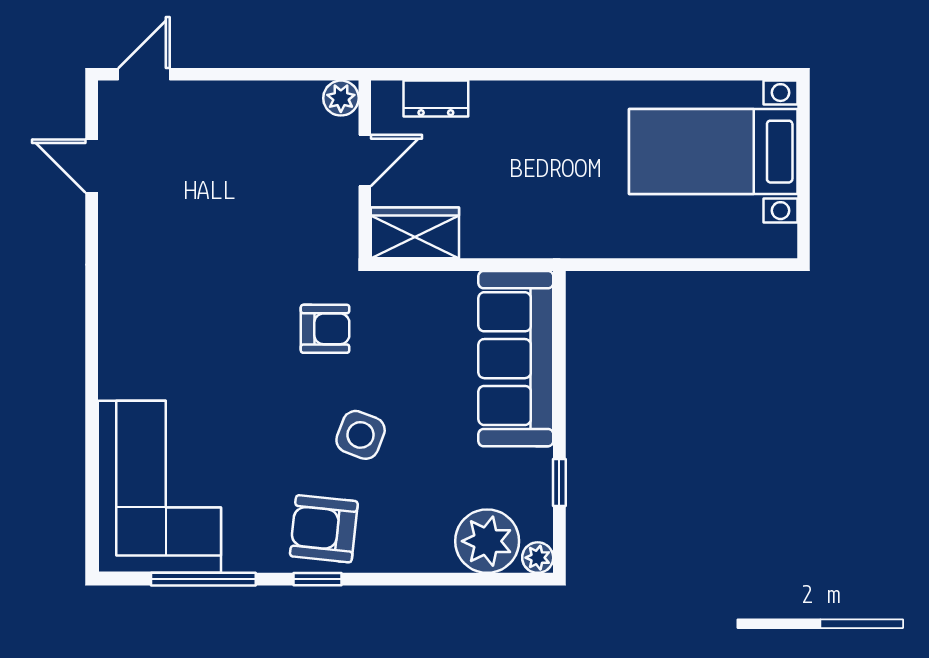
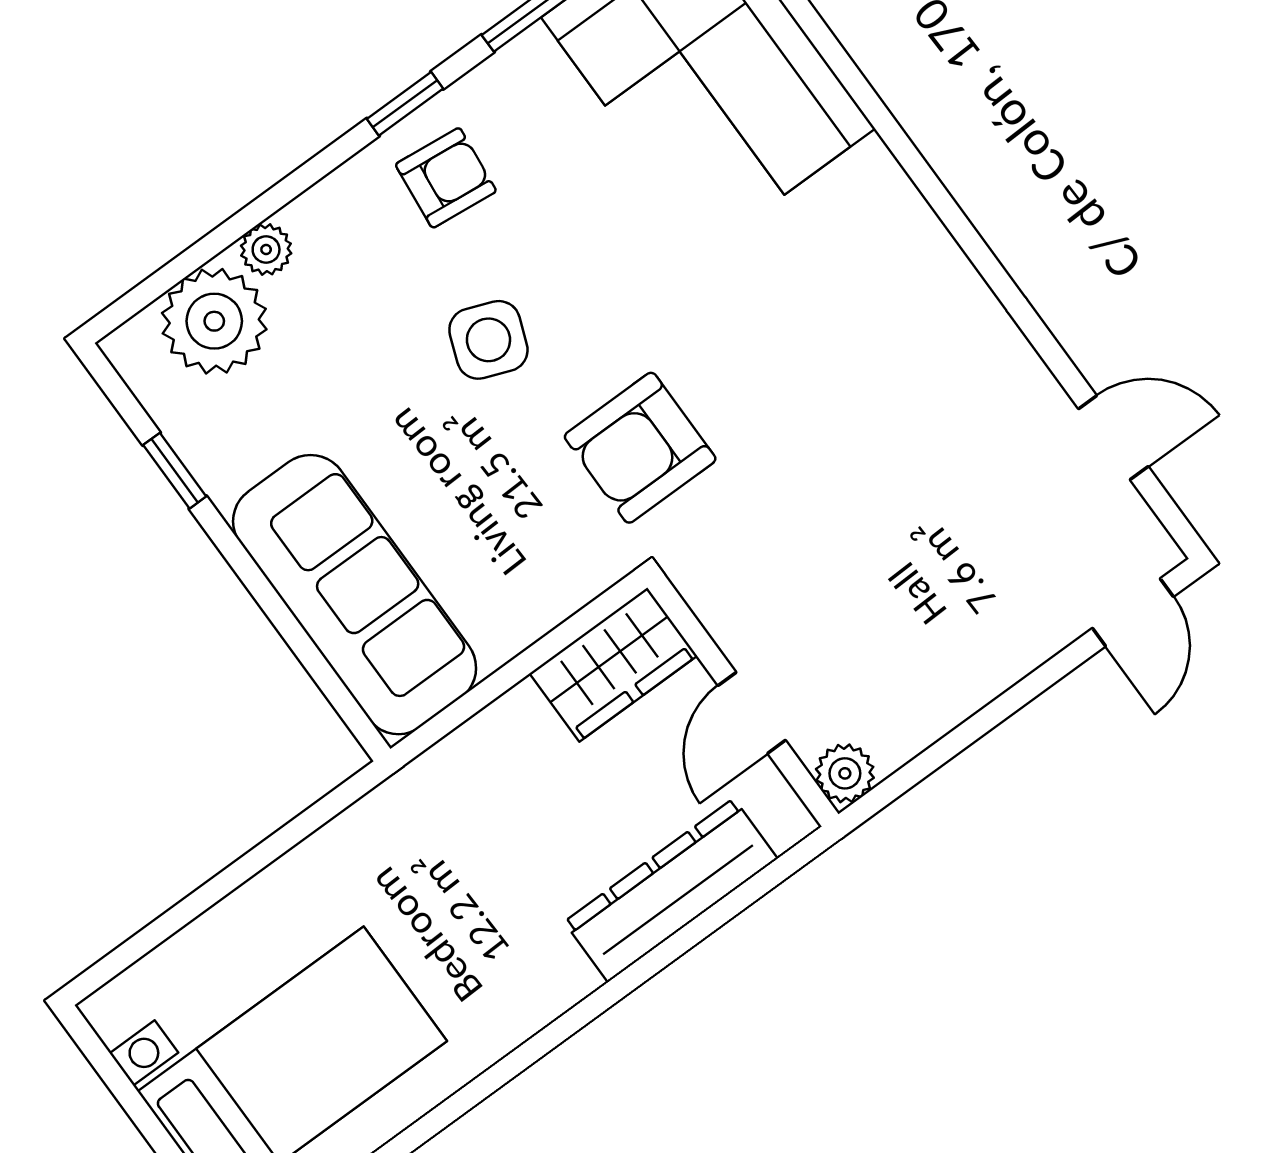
dresser: (436, 99) -> (671, 890), width x1.96, depth x1.24
armchair: (325, 329) -> (640, 448), width x1.38, depth x1.38
armchair: (324, 529) -> (446, 178), width x0.72, depth x0.72
plant: (538, 558) -> (266, 250), moved

